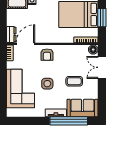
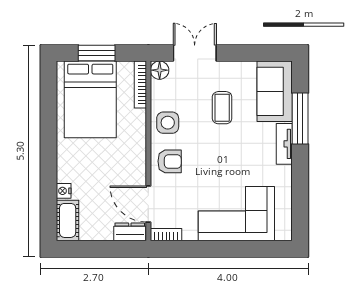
double door: (102, 67) -> (195, 53), swing flipped
side table: (47, 84) -> (168, 123), moved
window: (69, 121) -> (300, 118), width x0.68

